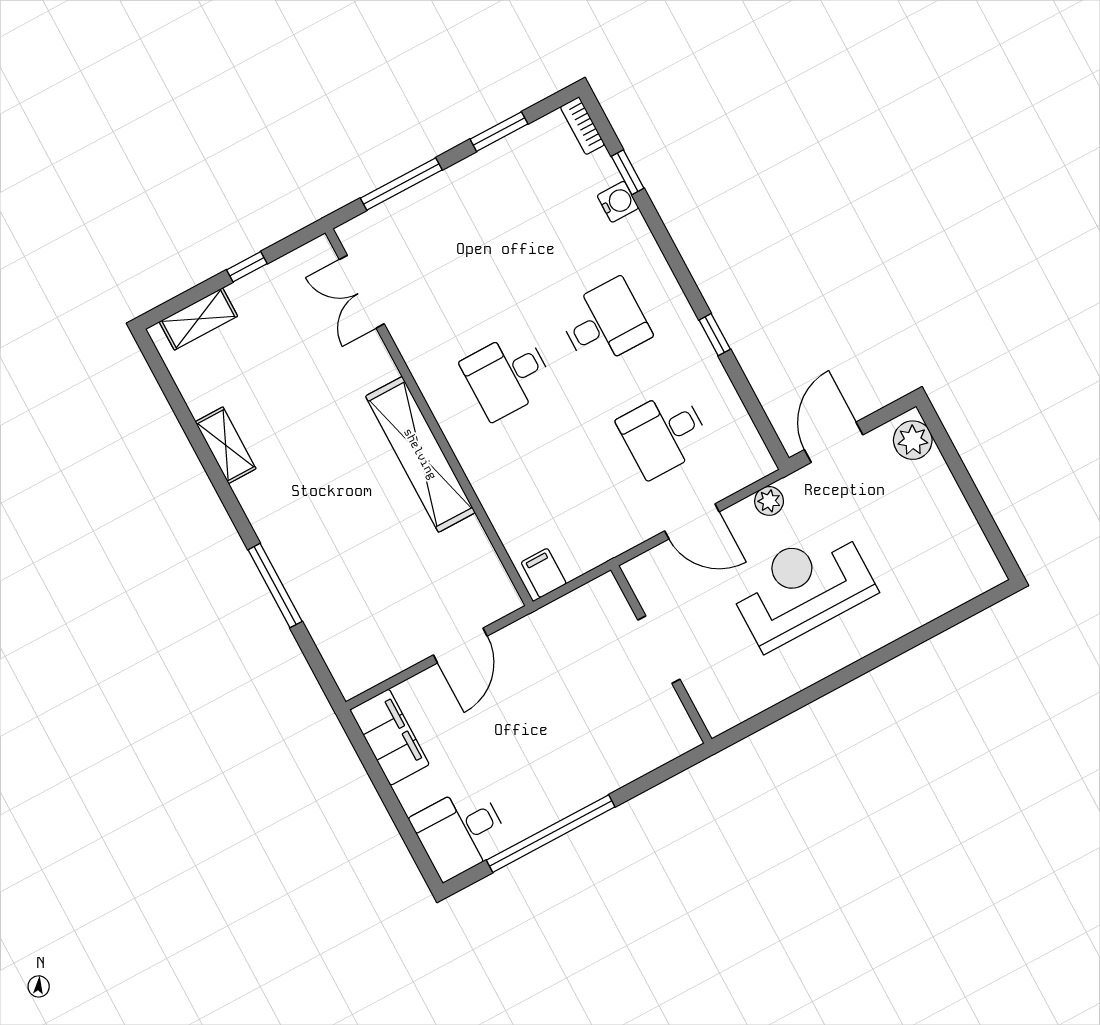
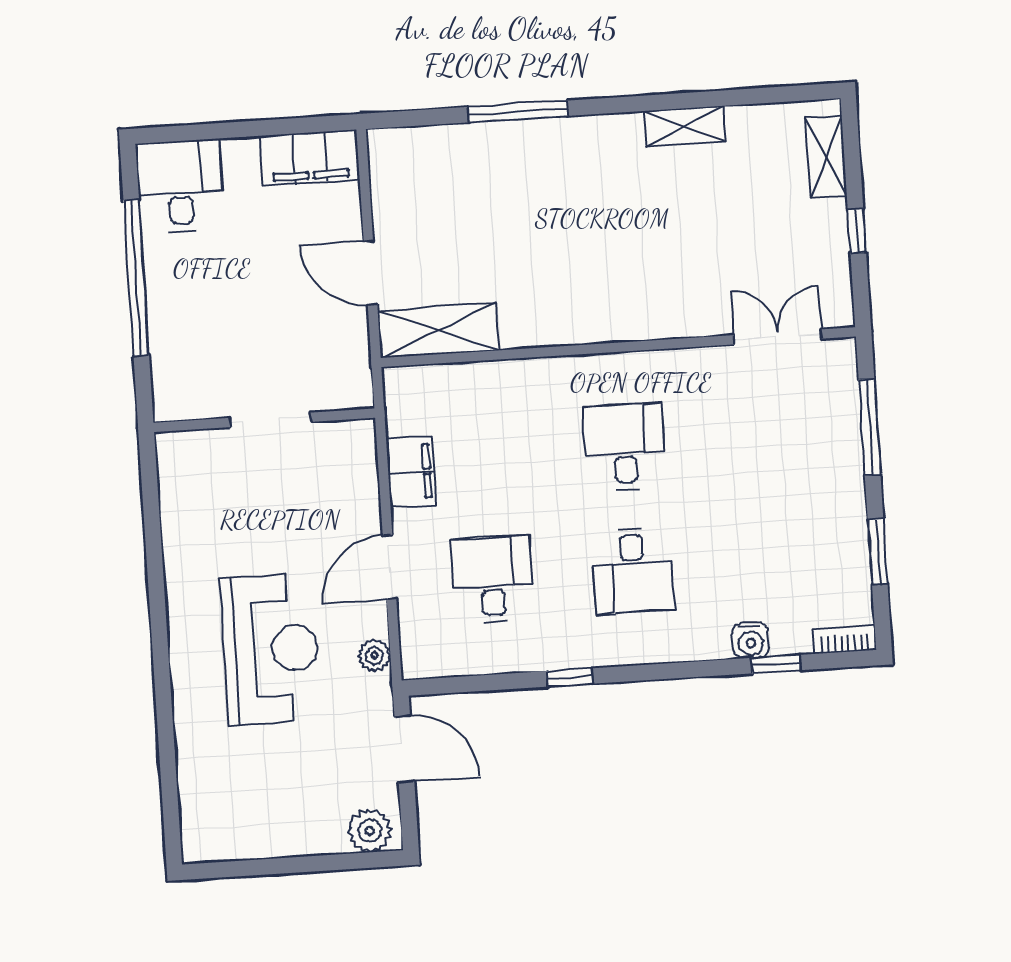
shelving: (420, 454) -> (438, 330), moved, width x0.68
filing cabinet: (544, 573) -> (411, 472), moved, width x2.00
doorway: (659, 650) -> (270, 420), moved
wall: (661, 654) -> (264, 420), moved

